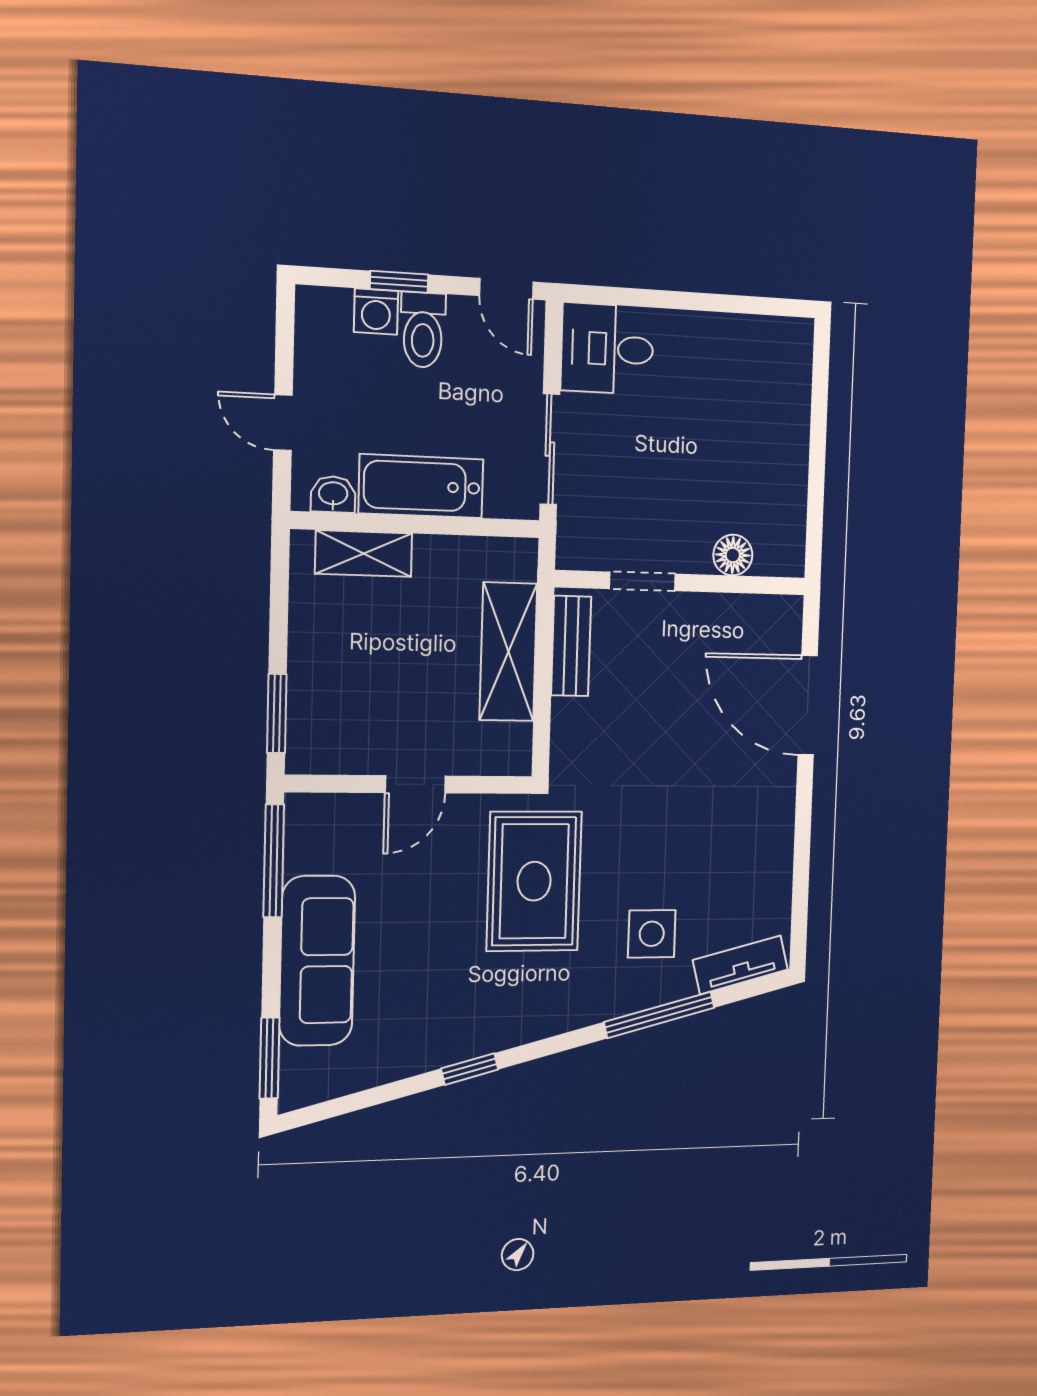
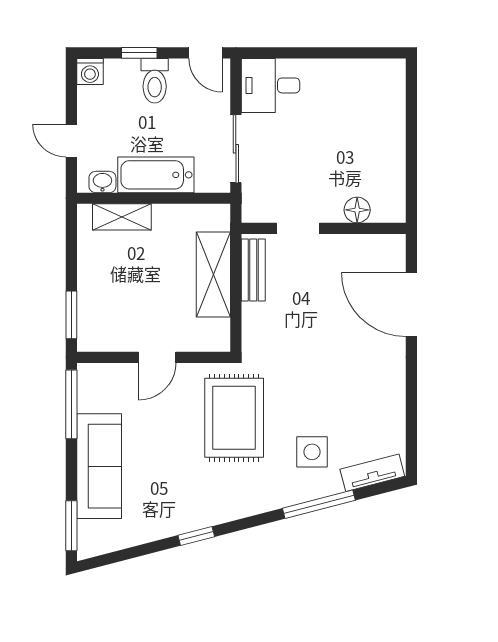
washing machine: (376, 311) -> (90, 72), moved

